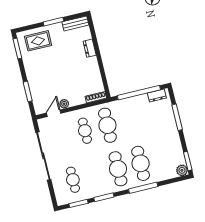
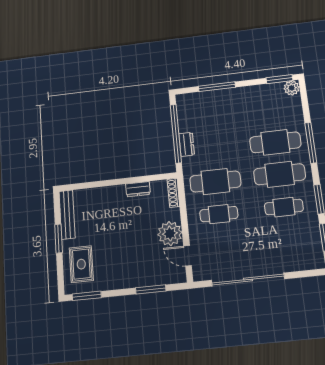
bench: (75, 23) -> (67, 215), width x1.36
dresser: (90, 48) -> (138, 189), moved
dresser: (157, 95) -> (187, 144), moved
plant: (64, 104) -> (170, 234), width x1.87, depth x1.87
cafe table: (73, 180) -> (284, 207), moved

